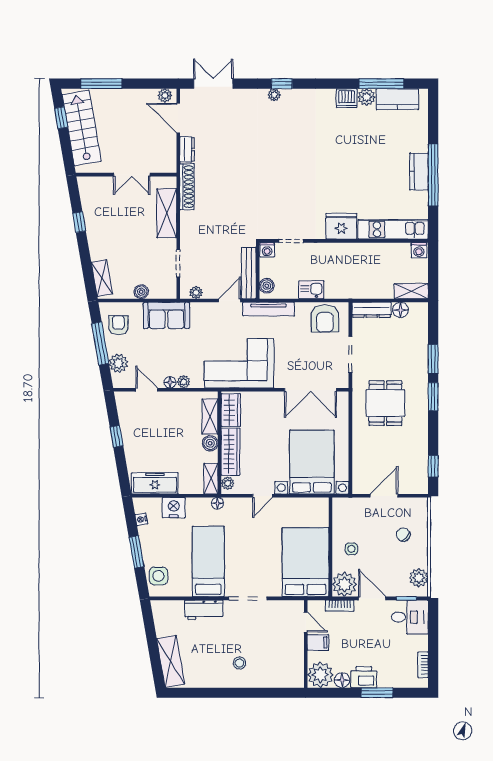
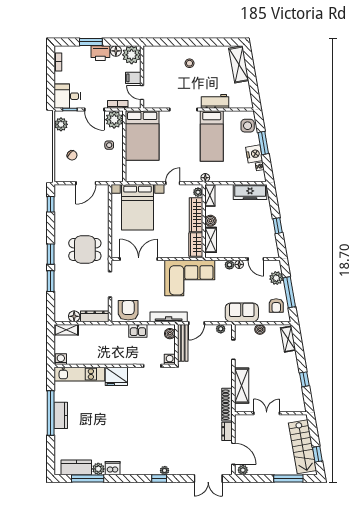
dining table: (385, 403) -> (85, 250), turned 90
nightstand: (174, 508) -> (254, 154), moved, turned -100

